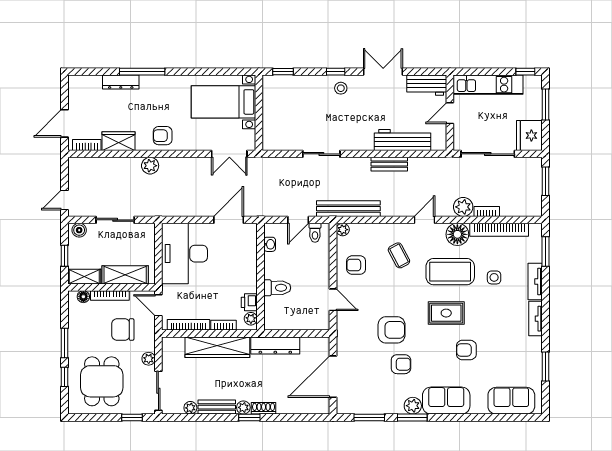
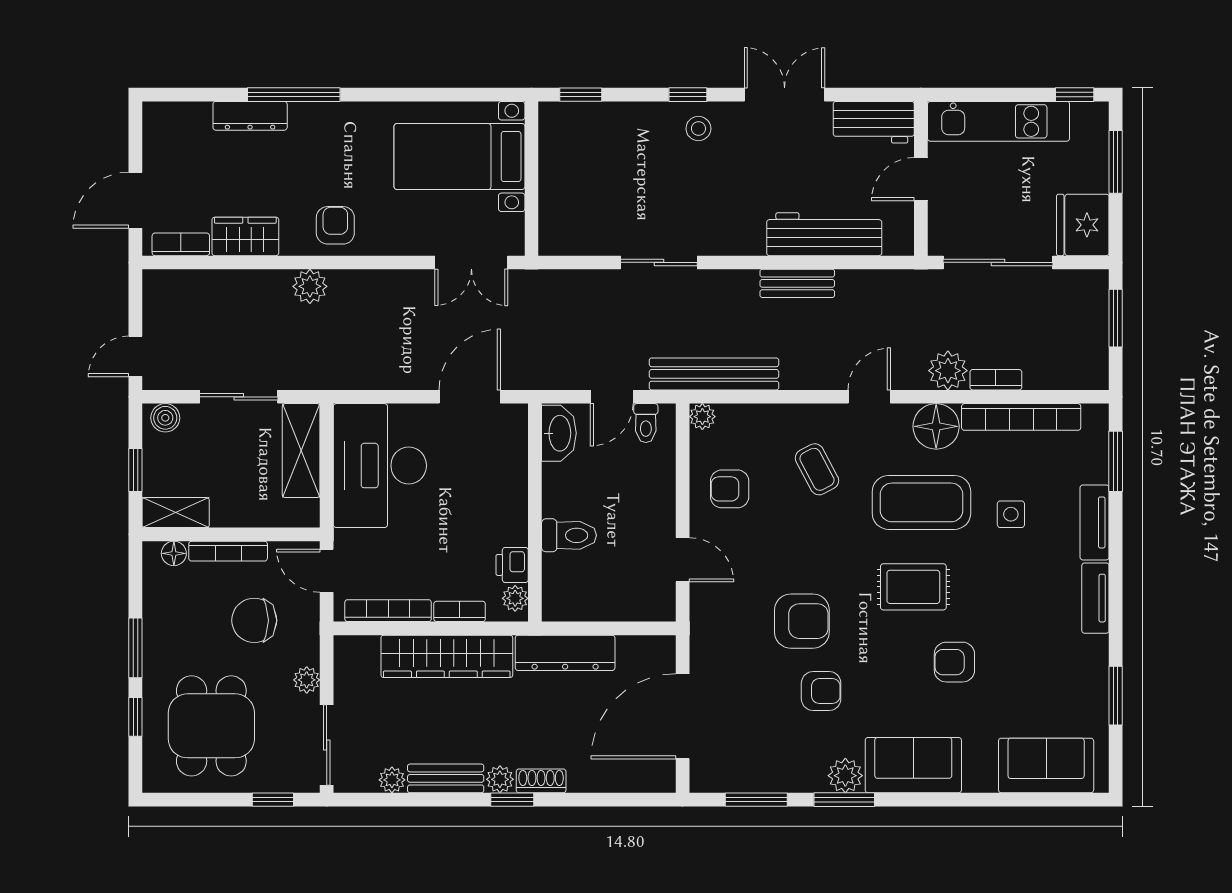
armchair: (163, 136) -> (335, 225), turned 90
washbasin: (270, 244) -> (559, 433), width x1.91, depth x1.45
shelving: (125, 275) -> (301, 451), moved, turned 90

